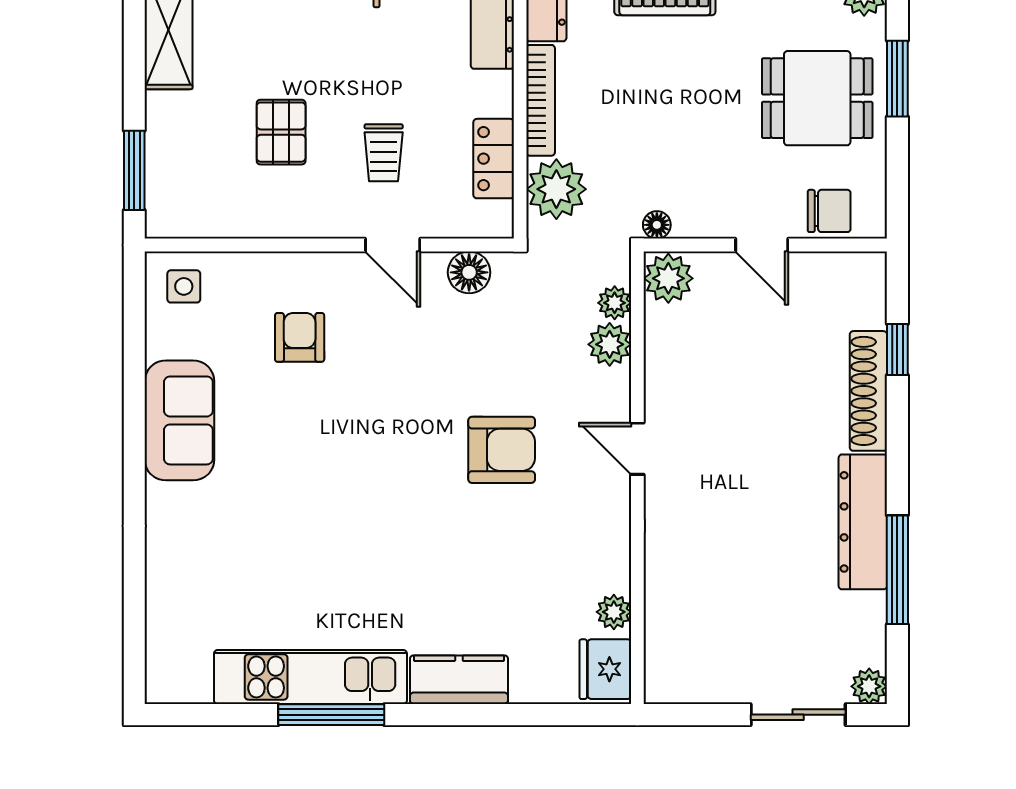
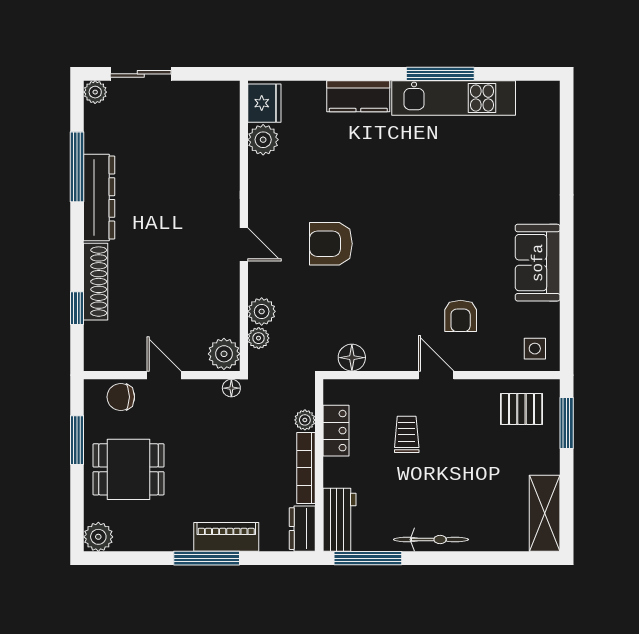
window: (897, 79) -> (77, 440), moved
pallet: (281, 132) -> (521, 409), moved, turned 90
plant: (556, 189) -> (305, 420), width x0.53, depth x0.53
door: (393, 245) -> (436, 375), moved
plant: (614, 612) -> (263, 140), width x1.38, depth x1.38

